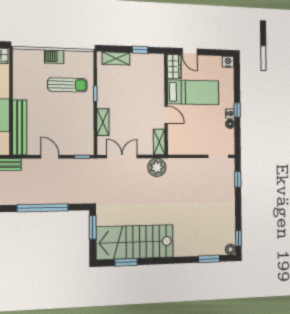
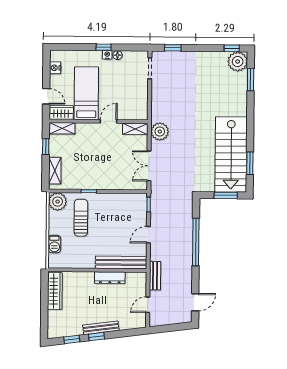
door: (190, 52) -> (46, 96), hinge flipped
barbecue: (54, 57) -> (54, 244), moved
plant: (84, 61) -> (58, 202), added
nightstand: (228, 62) -> (55, 68), moved
shelving: (103, 122) -> (62, 128), moved
window: (93, 227) -> (226, 195), moved
plant: (231, 249) -> (238, 62), width x1.87, depth x1.87

